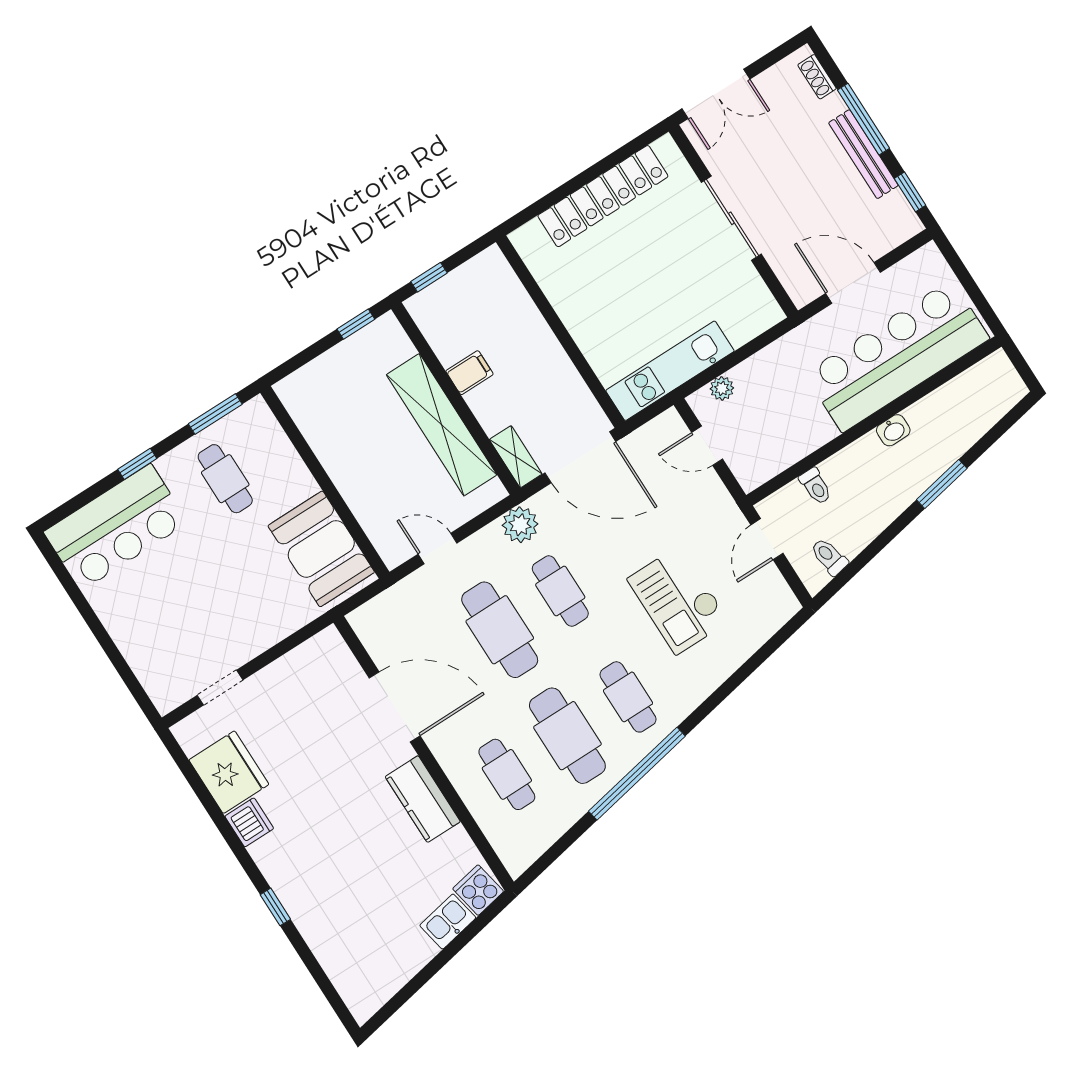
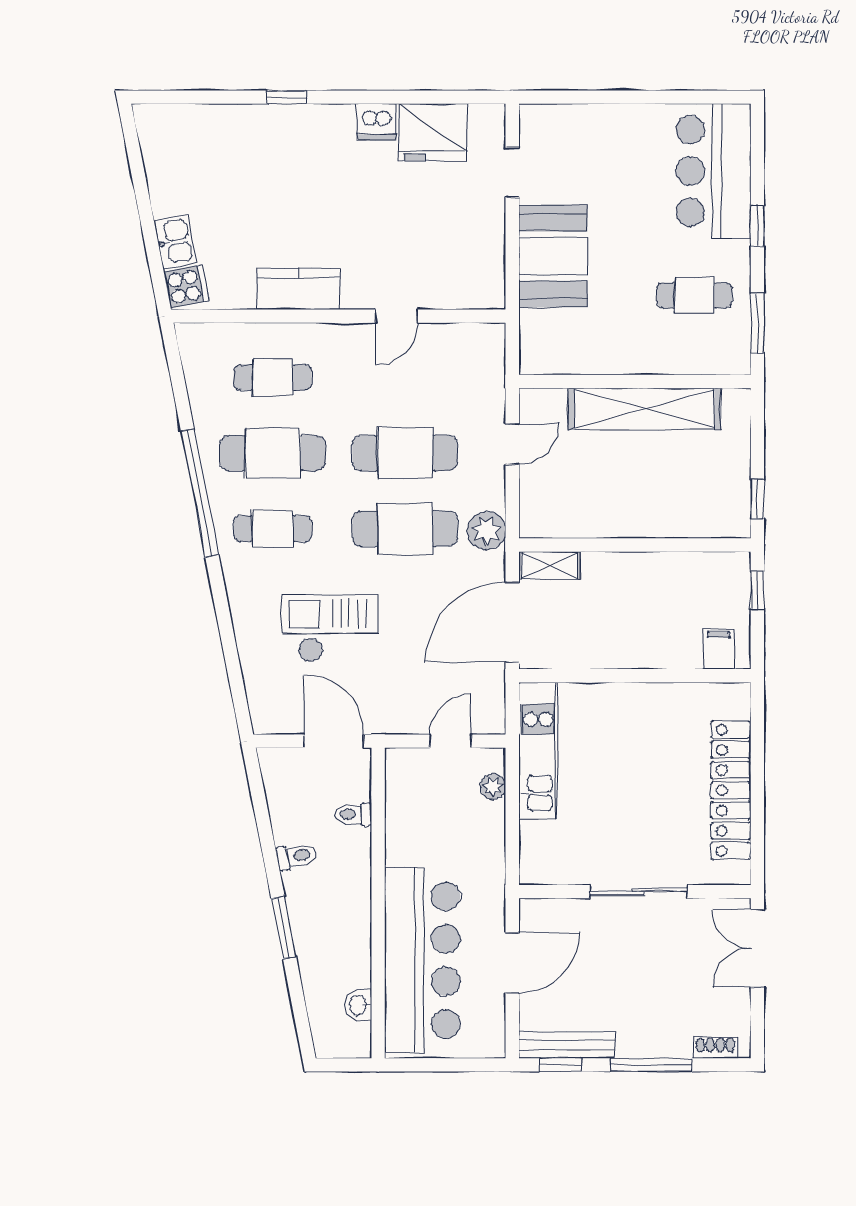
bench: (863, 154) -> (567, 1045), moved
filing cabinet: (469, 373) -> (719, 649), moved, turned 180
shelving: (442, 425) -> (644, 409), moved
washbasin: (893, 430) -> (359, 1005), moved
door: (767, 539) -> (334, 741), width x1.38
booth: (321, 549) -> (553, 256), moved, turned 90
toilet: (829, 557) -> (297, 856), moved
cafe table: (560, 591) -> (405, 529), width x1.37, depth x1.35
door: (395, 707) -> (396, 316), width x0.53

